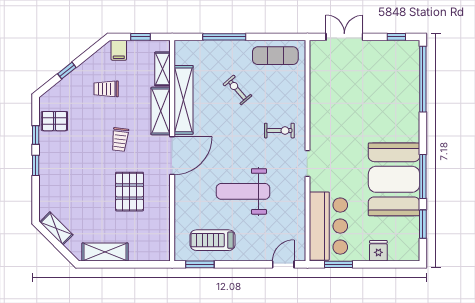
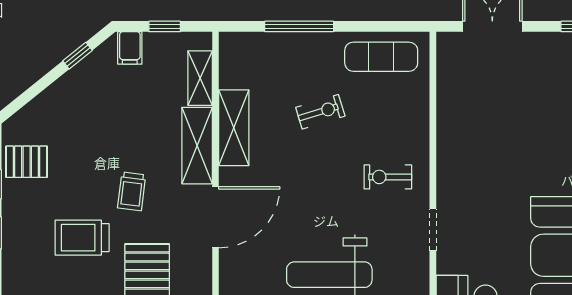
window: (67, 71) -> (77, 56), moved
trolley: (106, 89) -> (82, 238), moved, width x1.36, depth x1.39
exercise bike: (237, 90) -> (320, 112), turned 114
shelving: (184, 100) -> (234, 128), width x0.68
exercise bike: (279, 131) -> (388, 177), turned 180

